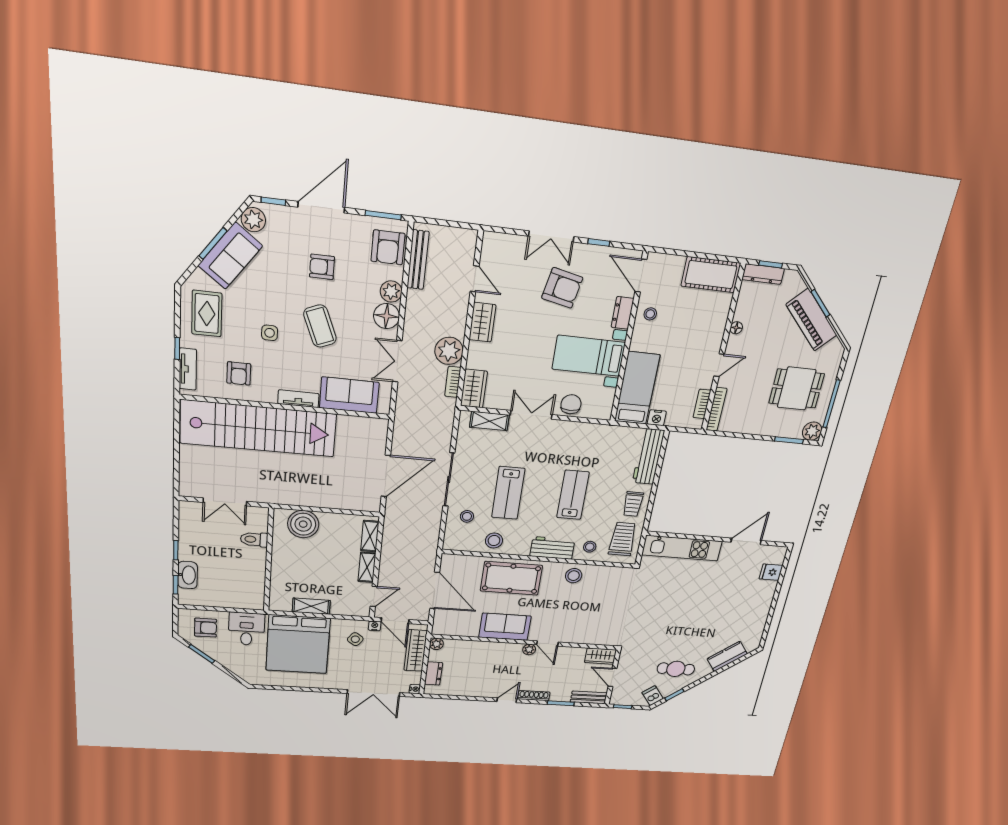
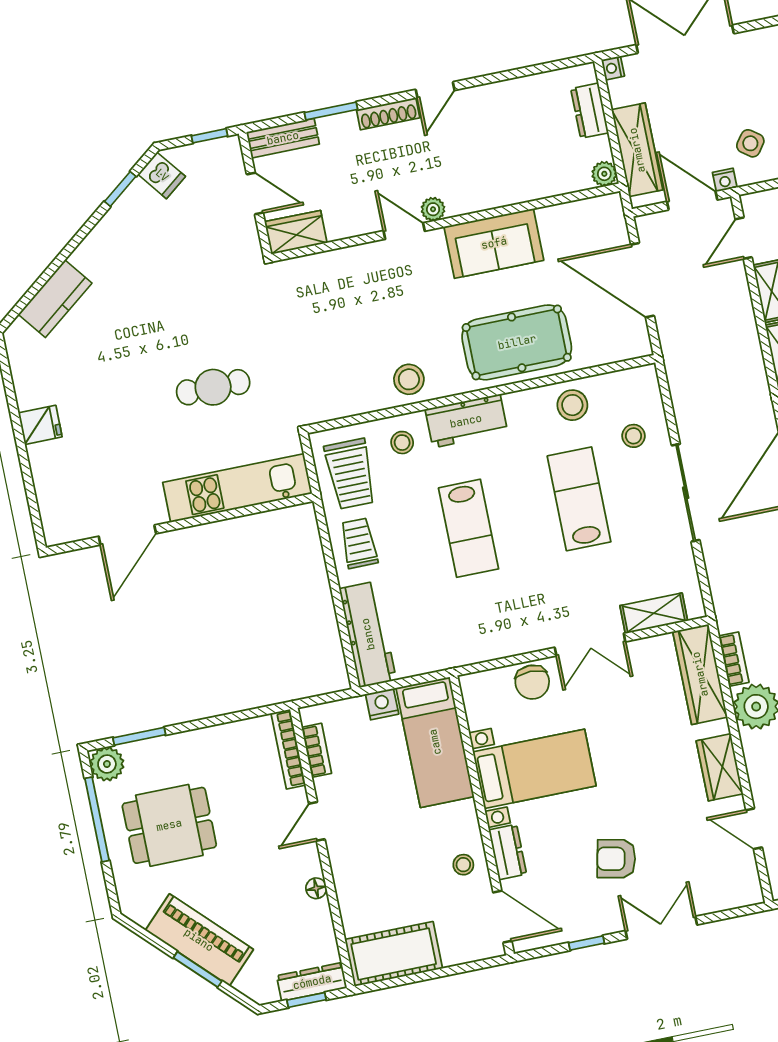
armchair: (562, 288) -> (616, 859), width x0.72, depth x0.72
wardrobe: (474, 389) -> (700, 674), width x1.50
fridge: (771, 572) -> (40, 425), moved
cafe table: (676, 669) -> (213, 387), moved

